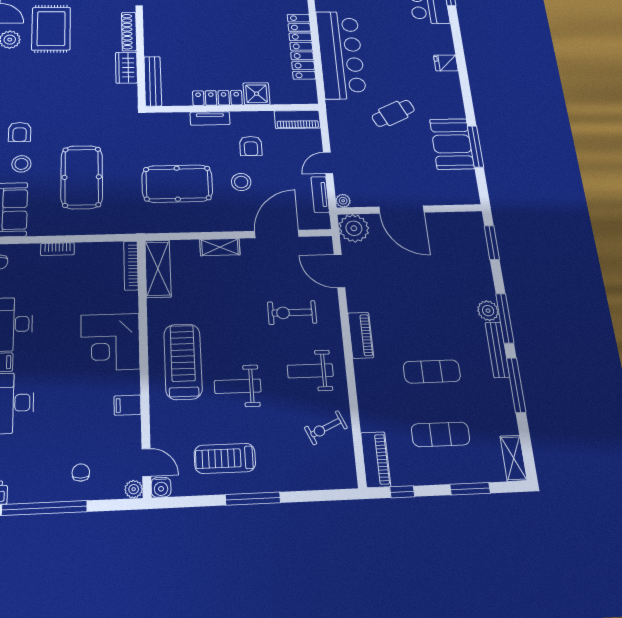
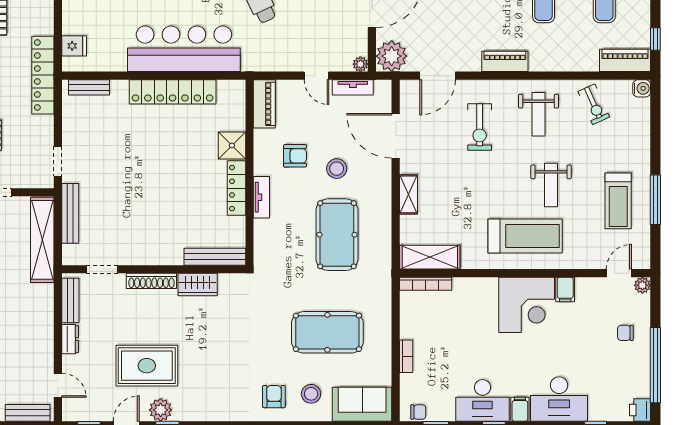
armchair: (20, 132) -> (274, 397), turned -90
corner desk: (110, 342) -> (527, 305), moved
treadmill: (183, 361) -> (525, 236), turned 180
water cooler: (161, 487) -> (642, 88), moved
window: (253, 499) -> (655, 200), moved

